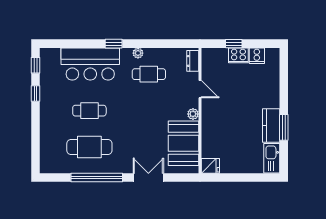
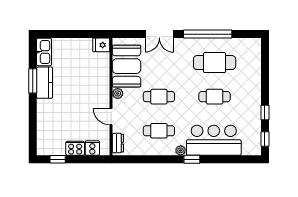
window: (234, 44) -> (58, 159), moved
plant: (138, 53) -> (181, 150), moved
cooker: (257, 56) -> (92, 148), moved
cafe table: (149, 111) -> (159, 97), added

